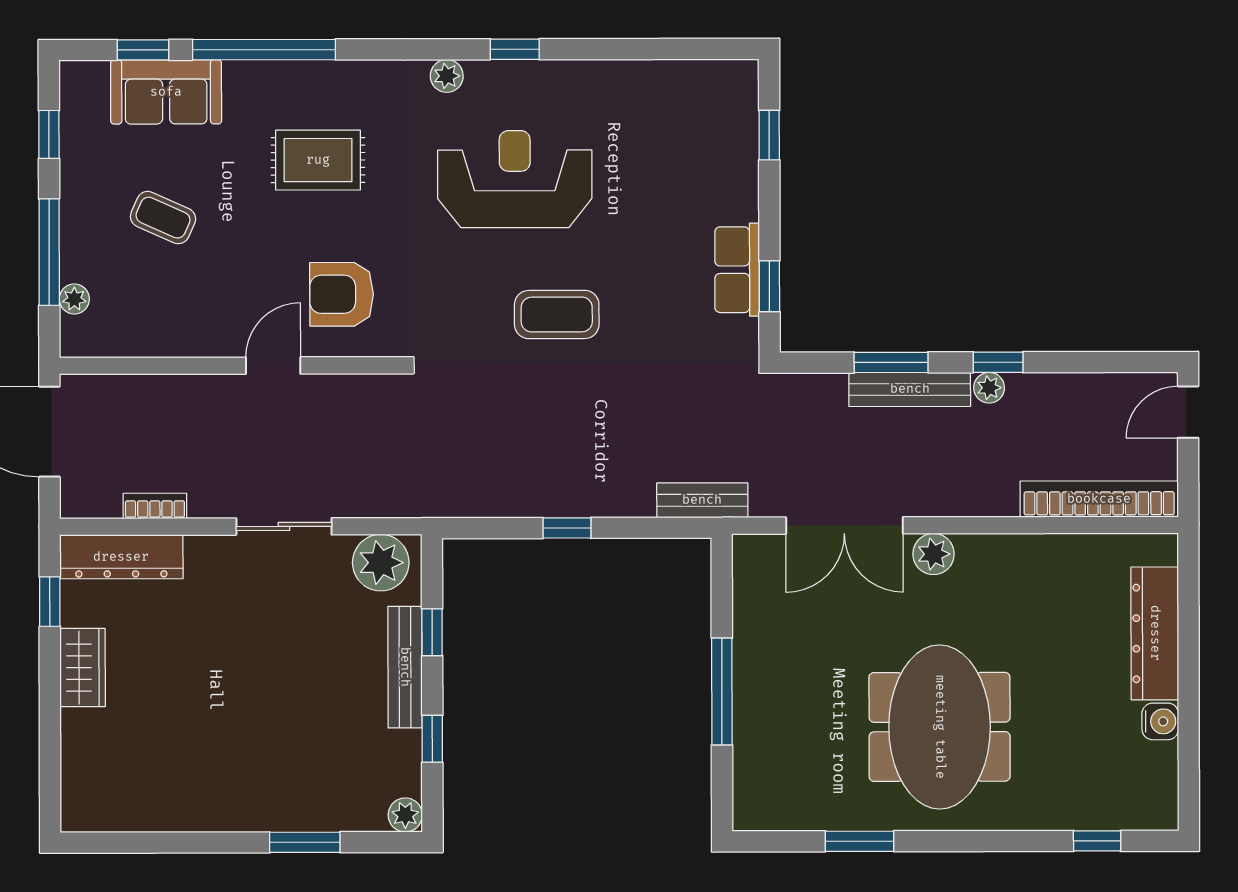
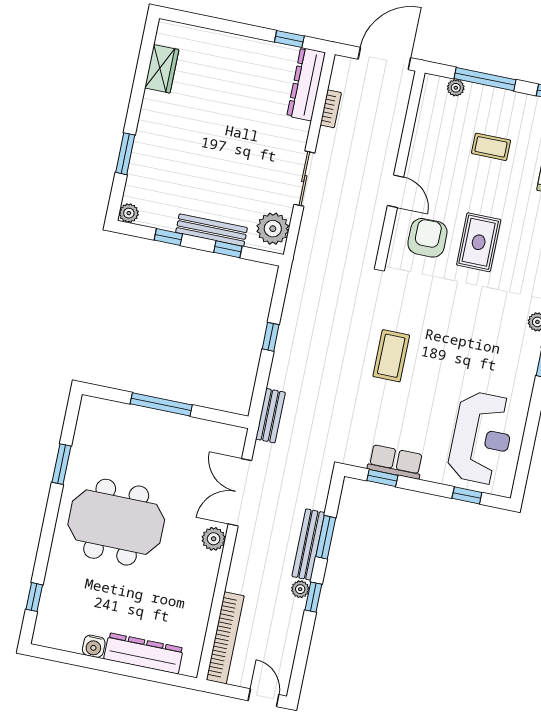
rug: (318, 160) -> (479, 242), moved
reception desk: (515, 179) -> (482, 438), moved
coffee table: (163, 218) -> (491, 147), turned 66
wardrobe: (83, 668) -> (162, 69), moved, turned -90

